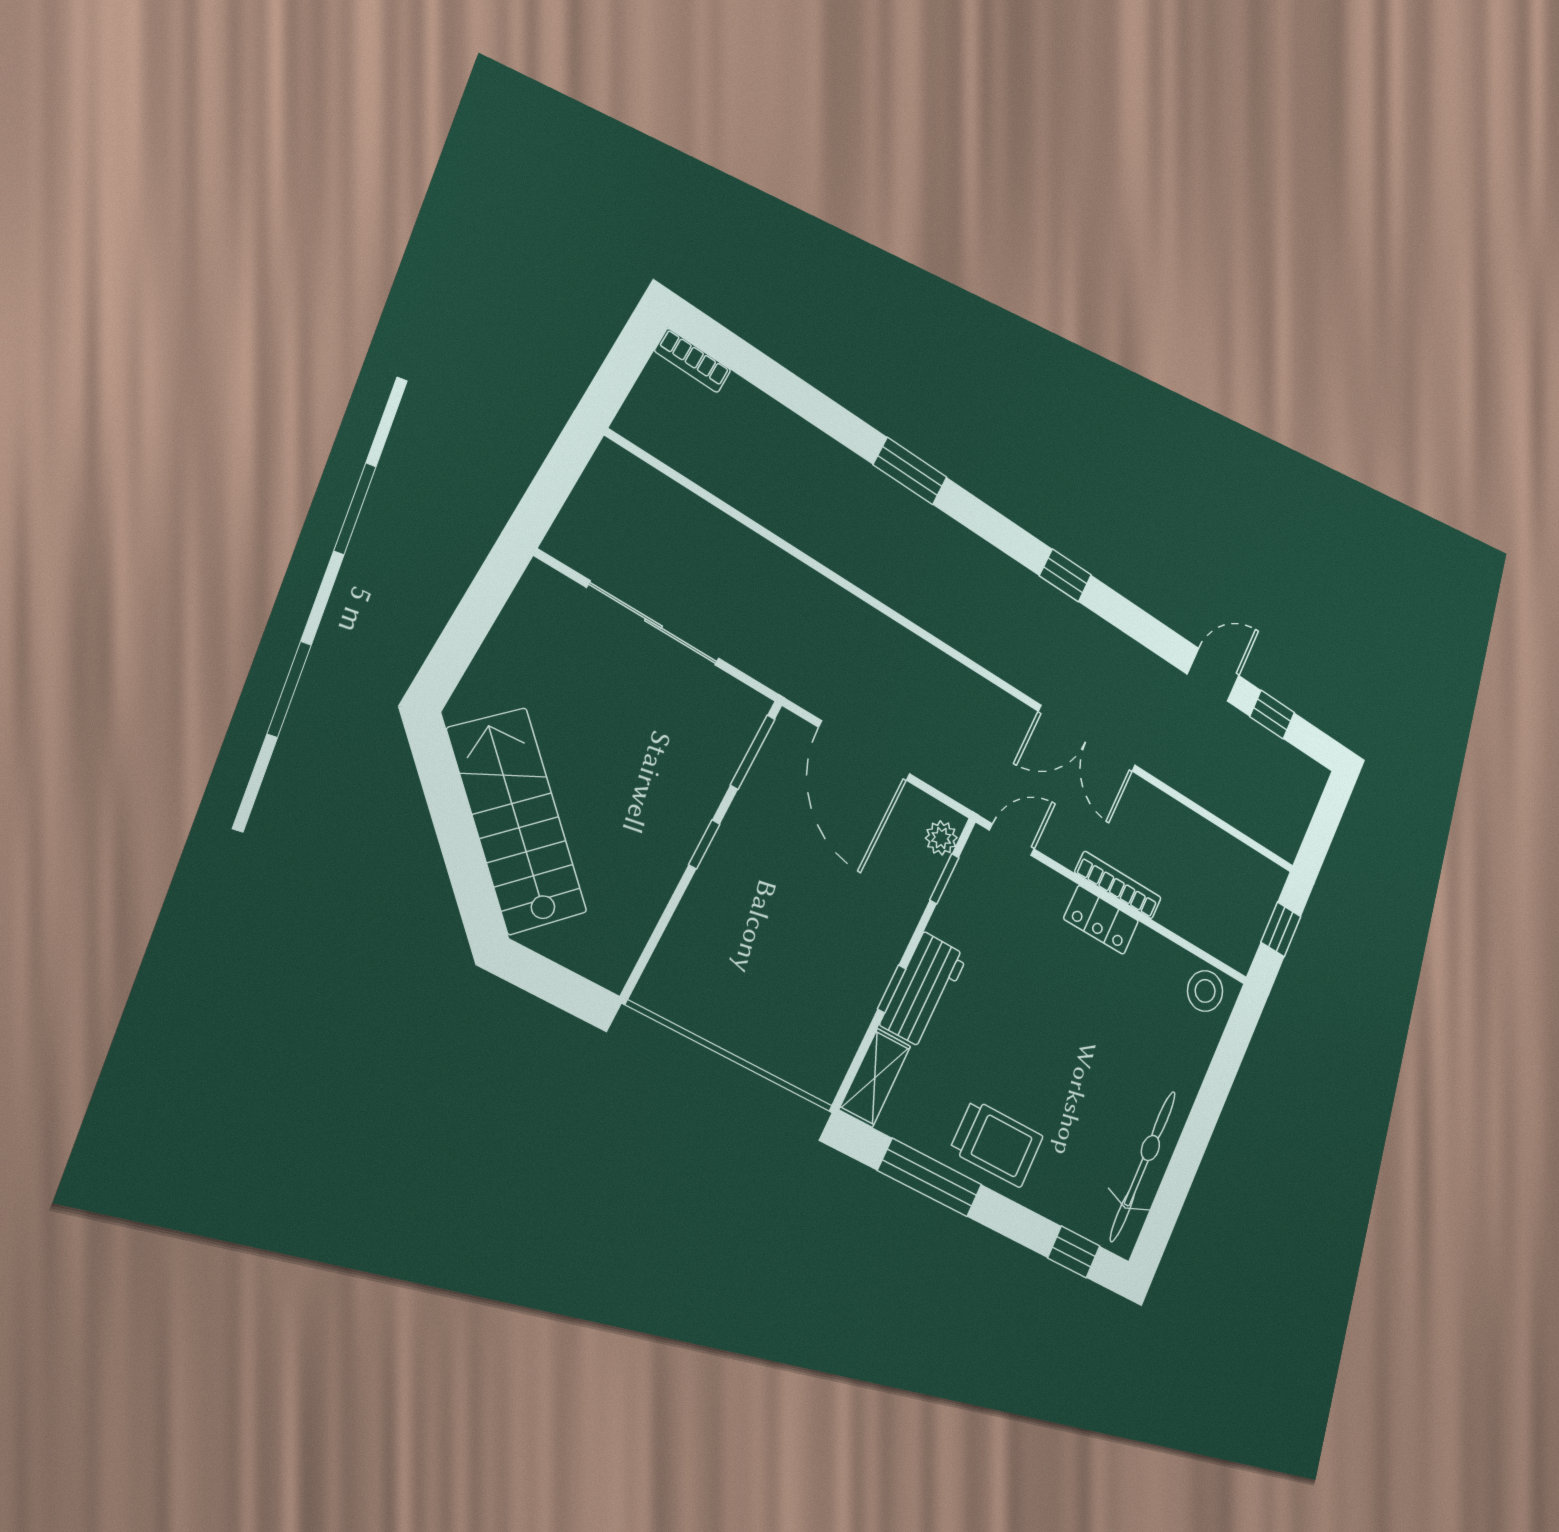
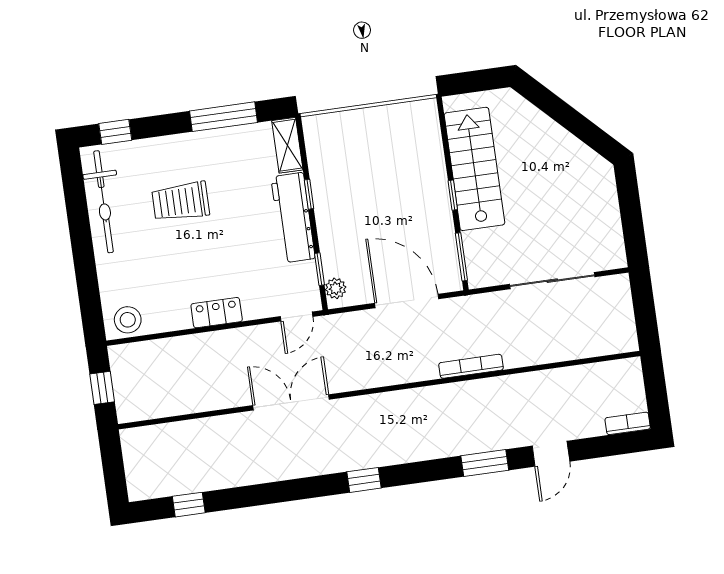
door: (1213, 675) -> (551, 454), moved
stairs: (517, 821) -> (474, 169), moved, turned -135
bookcase: (1118, 885) -> (471, 366), moved, turned 180
workbench: (924, 990) -> (293, 218), width x1.38
trolley: (997, 1143) -> (181, 202), moved

